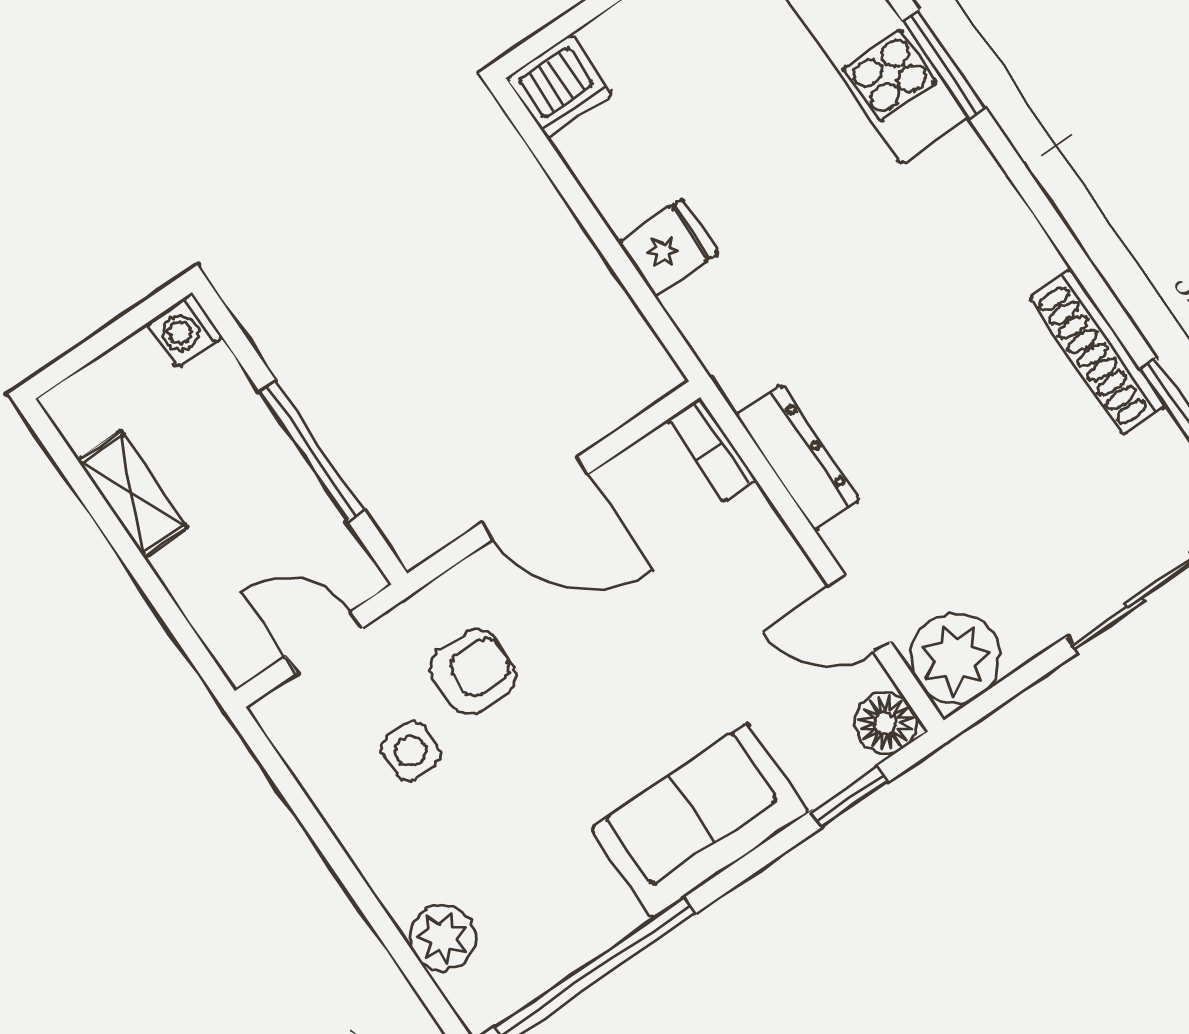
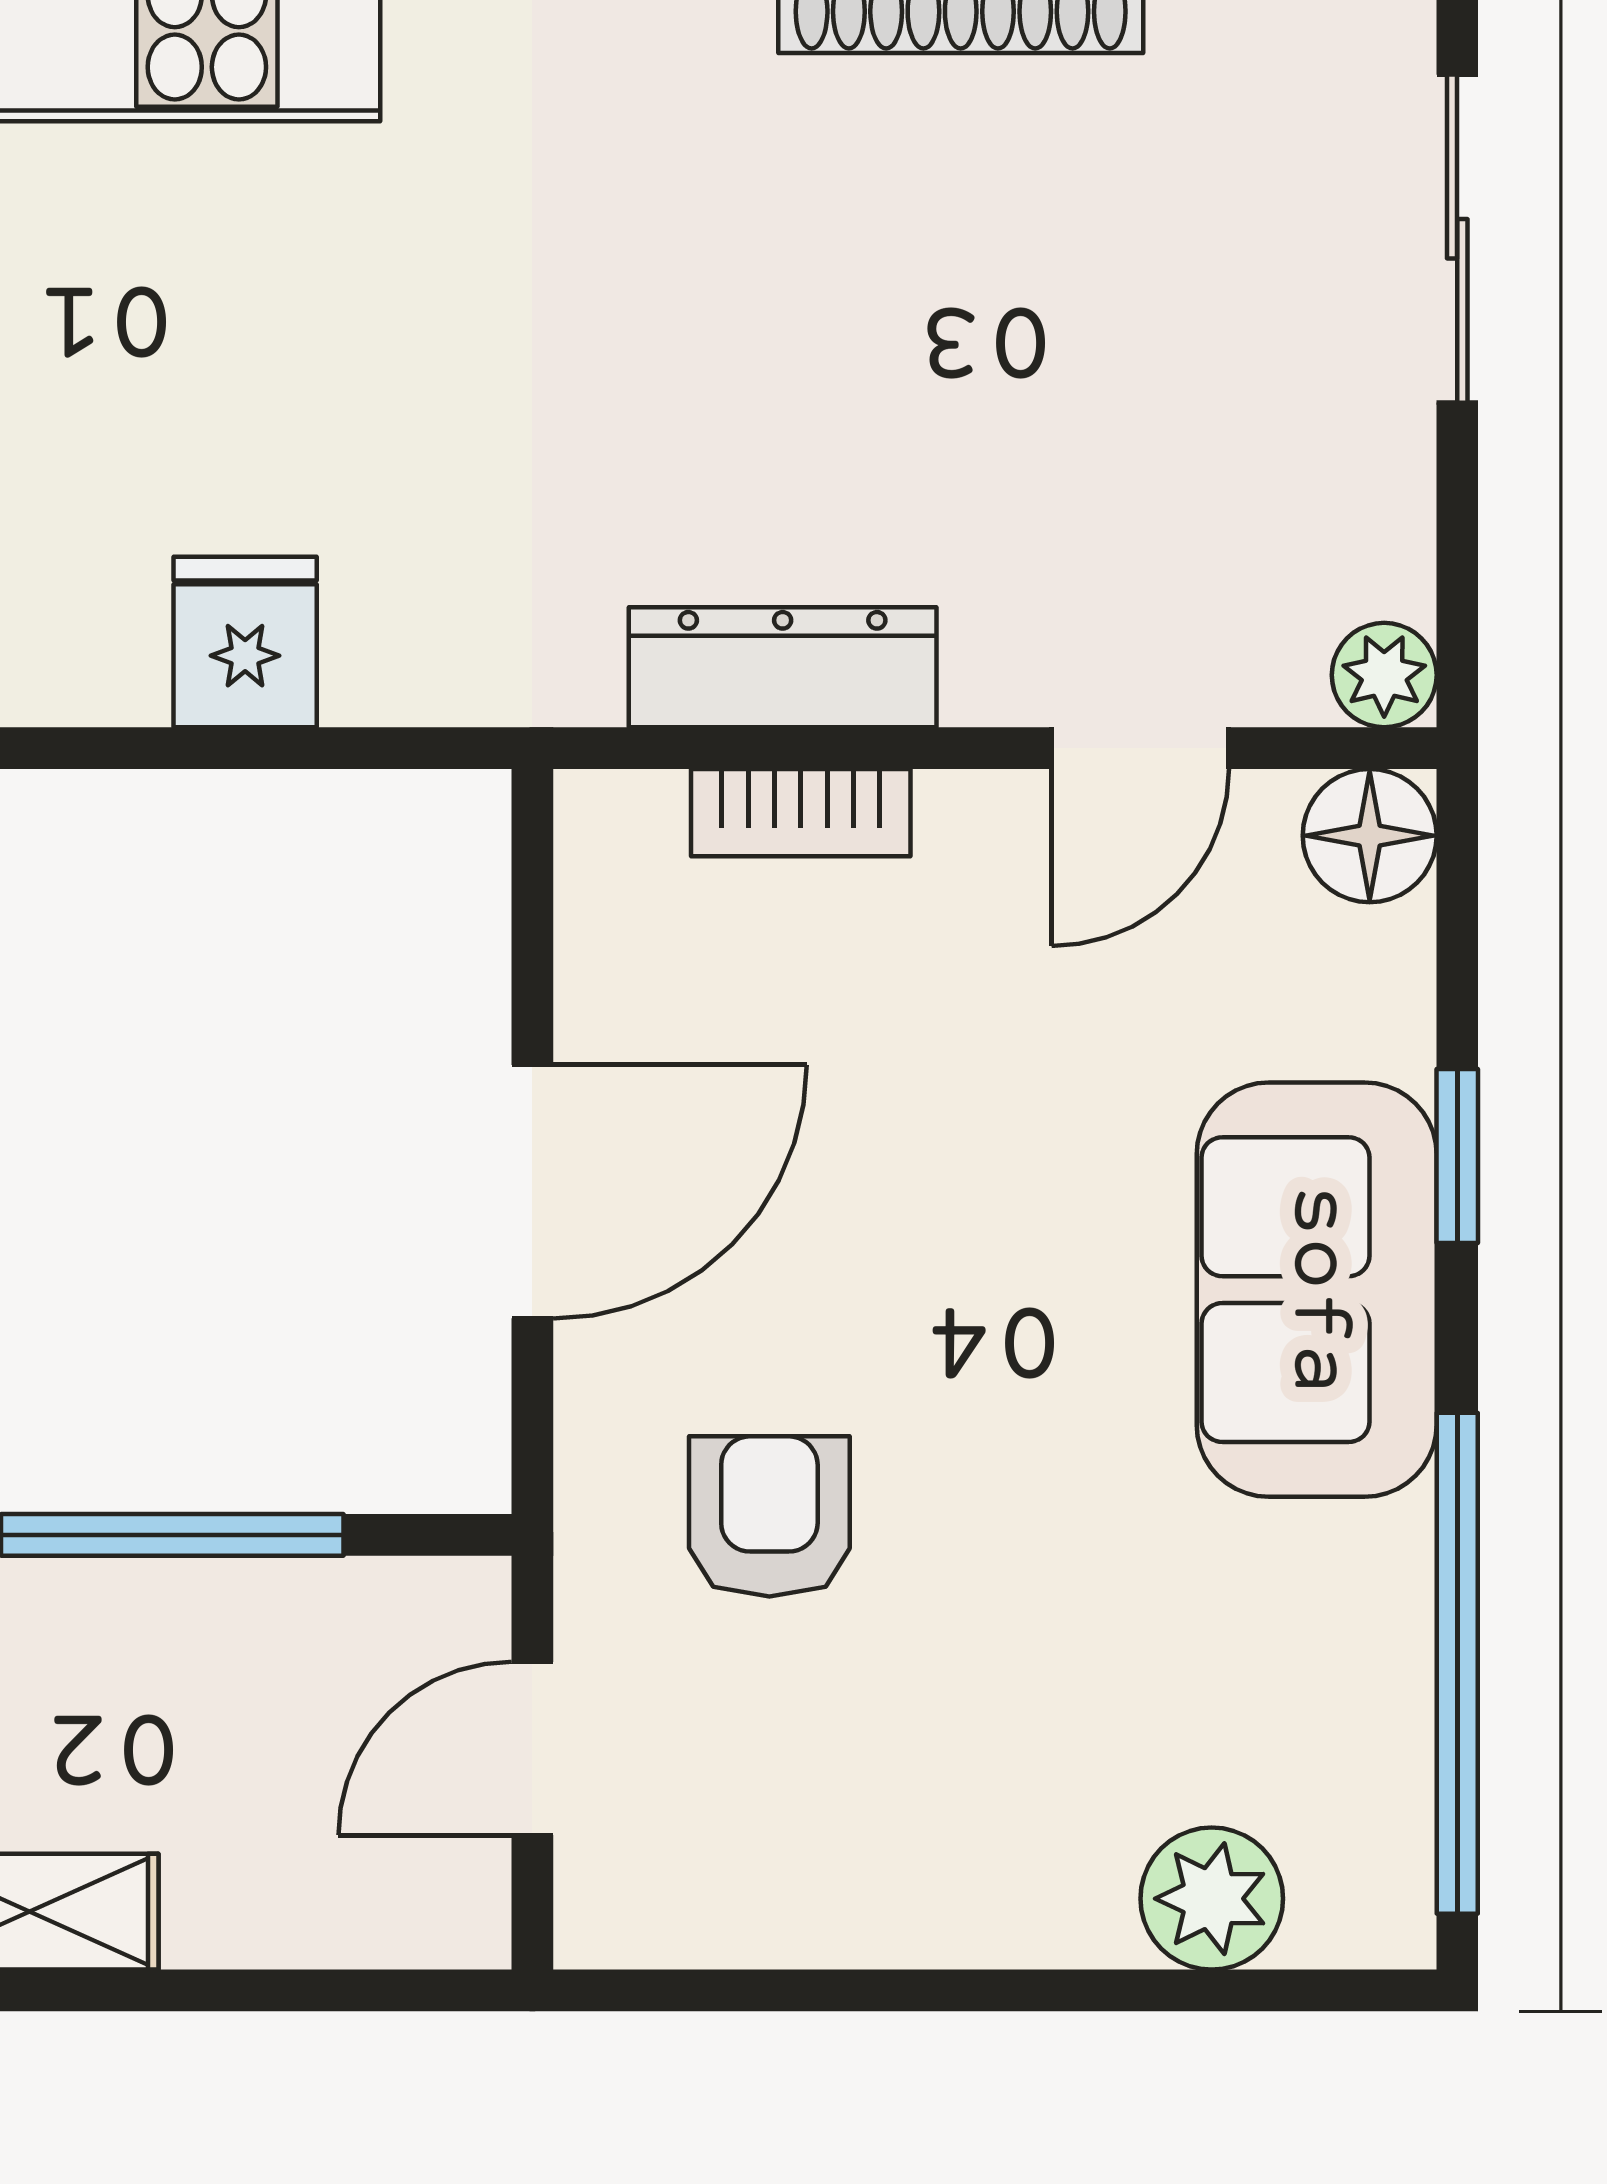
bookcase: (712, 450) -> (801, 813), moved
plant: (956, 658) -> (1384, 675), width x0.53, depth x0.53
side table: (411, 751) -> (836, 1726), removed
window: (849, 797) -> (1457, 1156), moved

